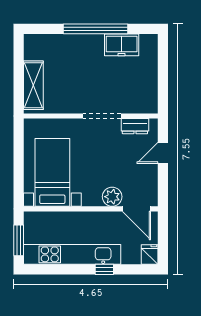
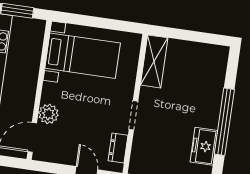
shelving: (33, 85) -> (154, 61), moved, turned 90
doorway: (102, 116) -> (133, 115), width x0.73

